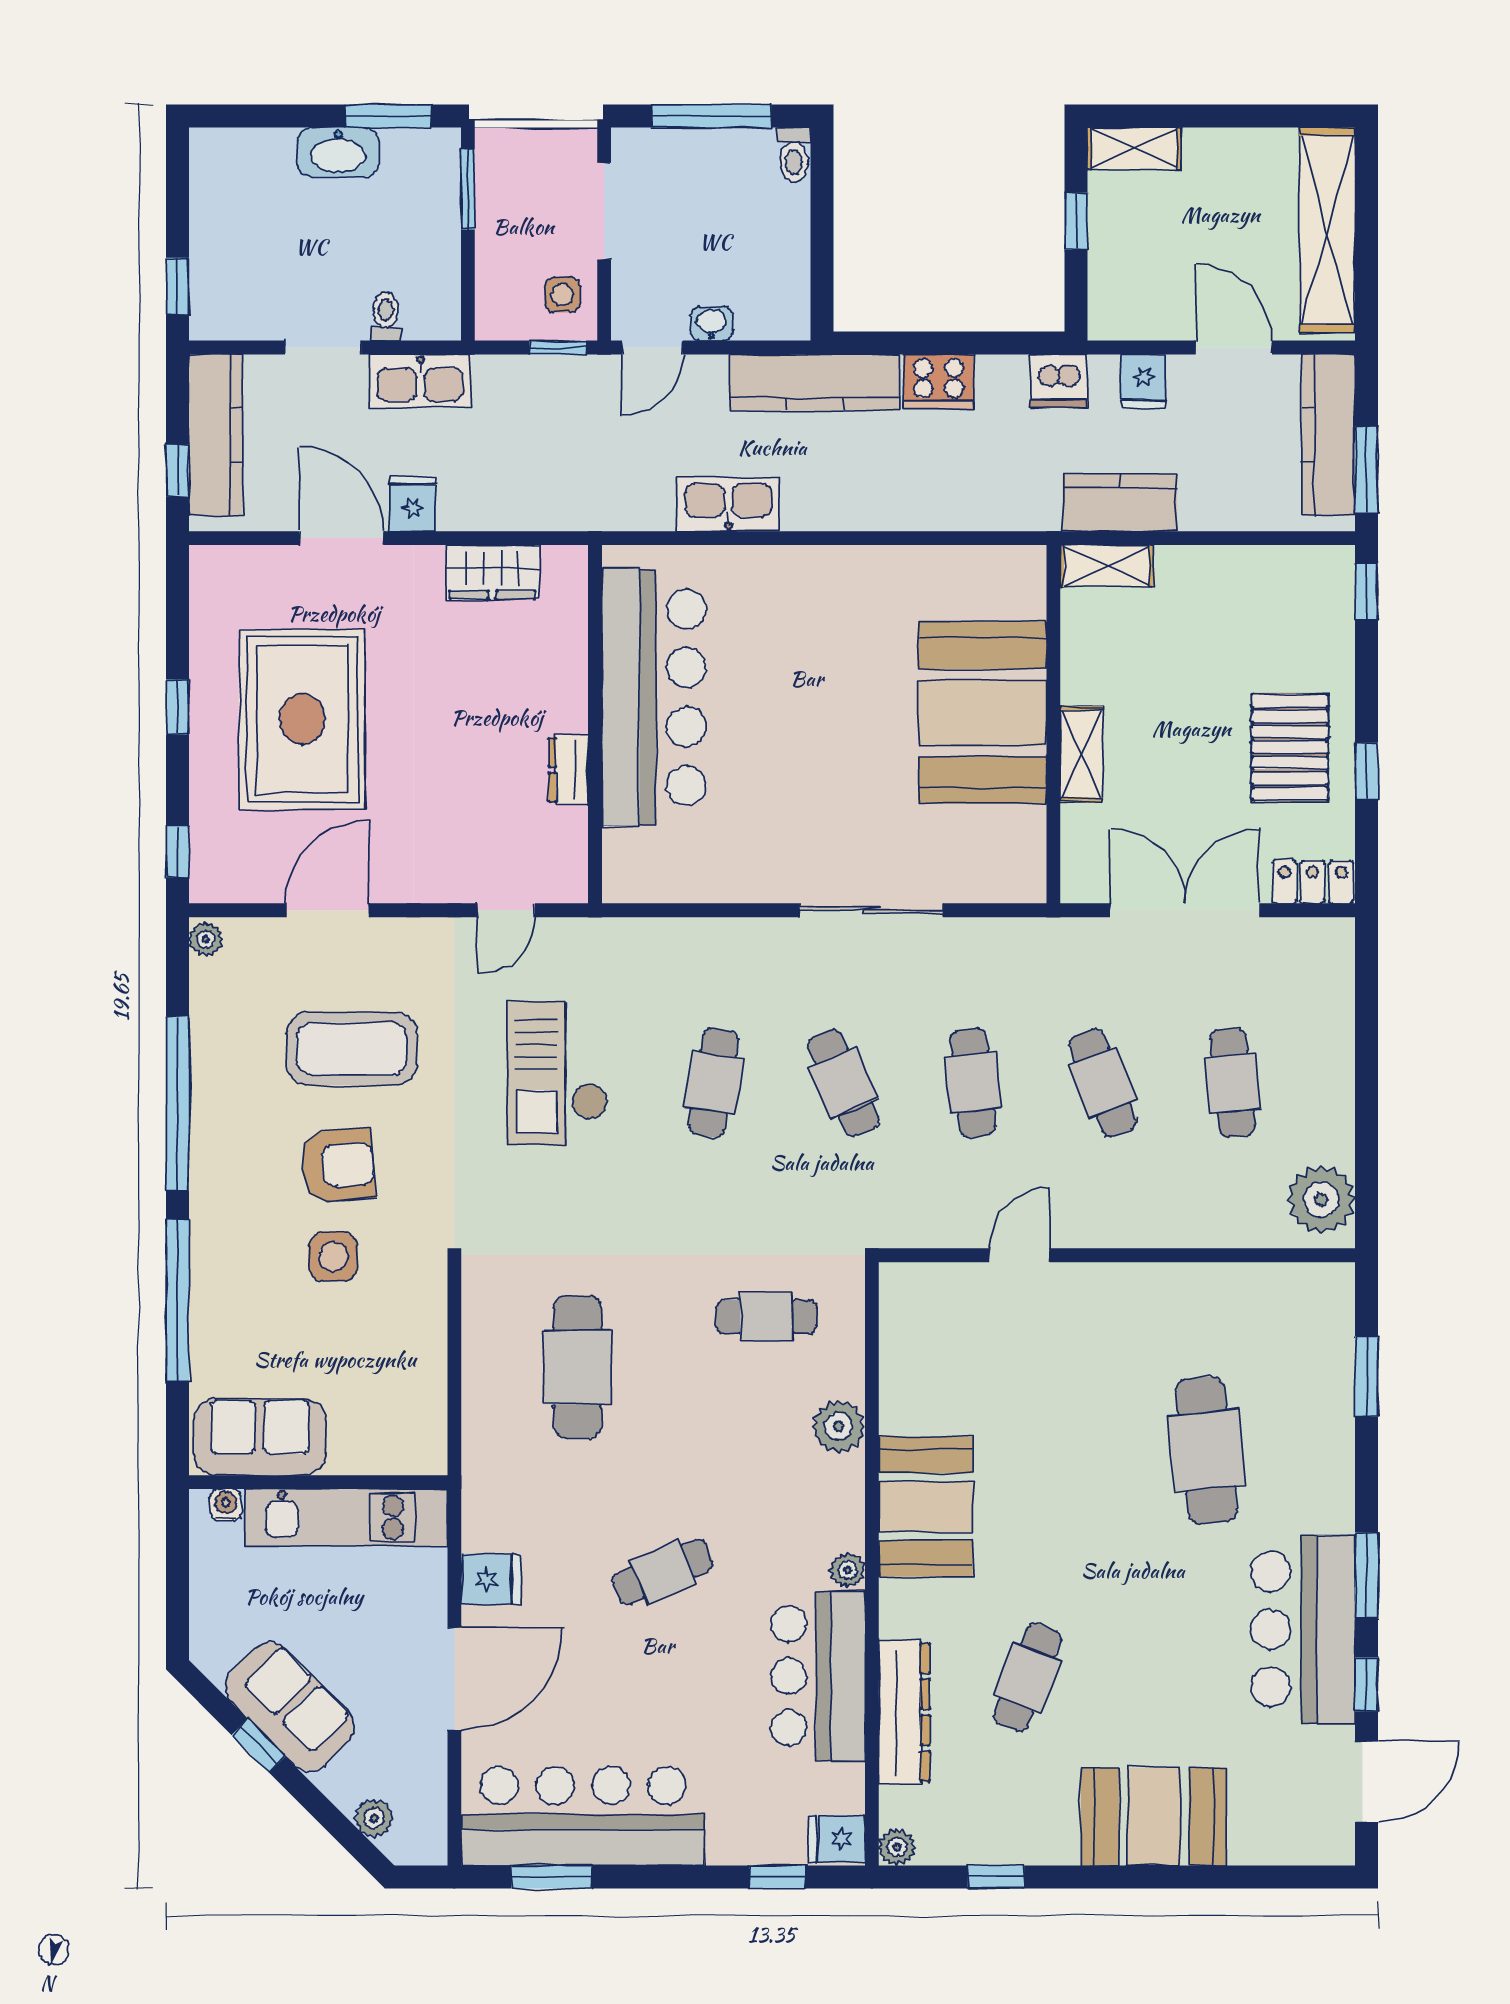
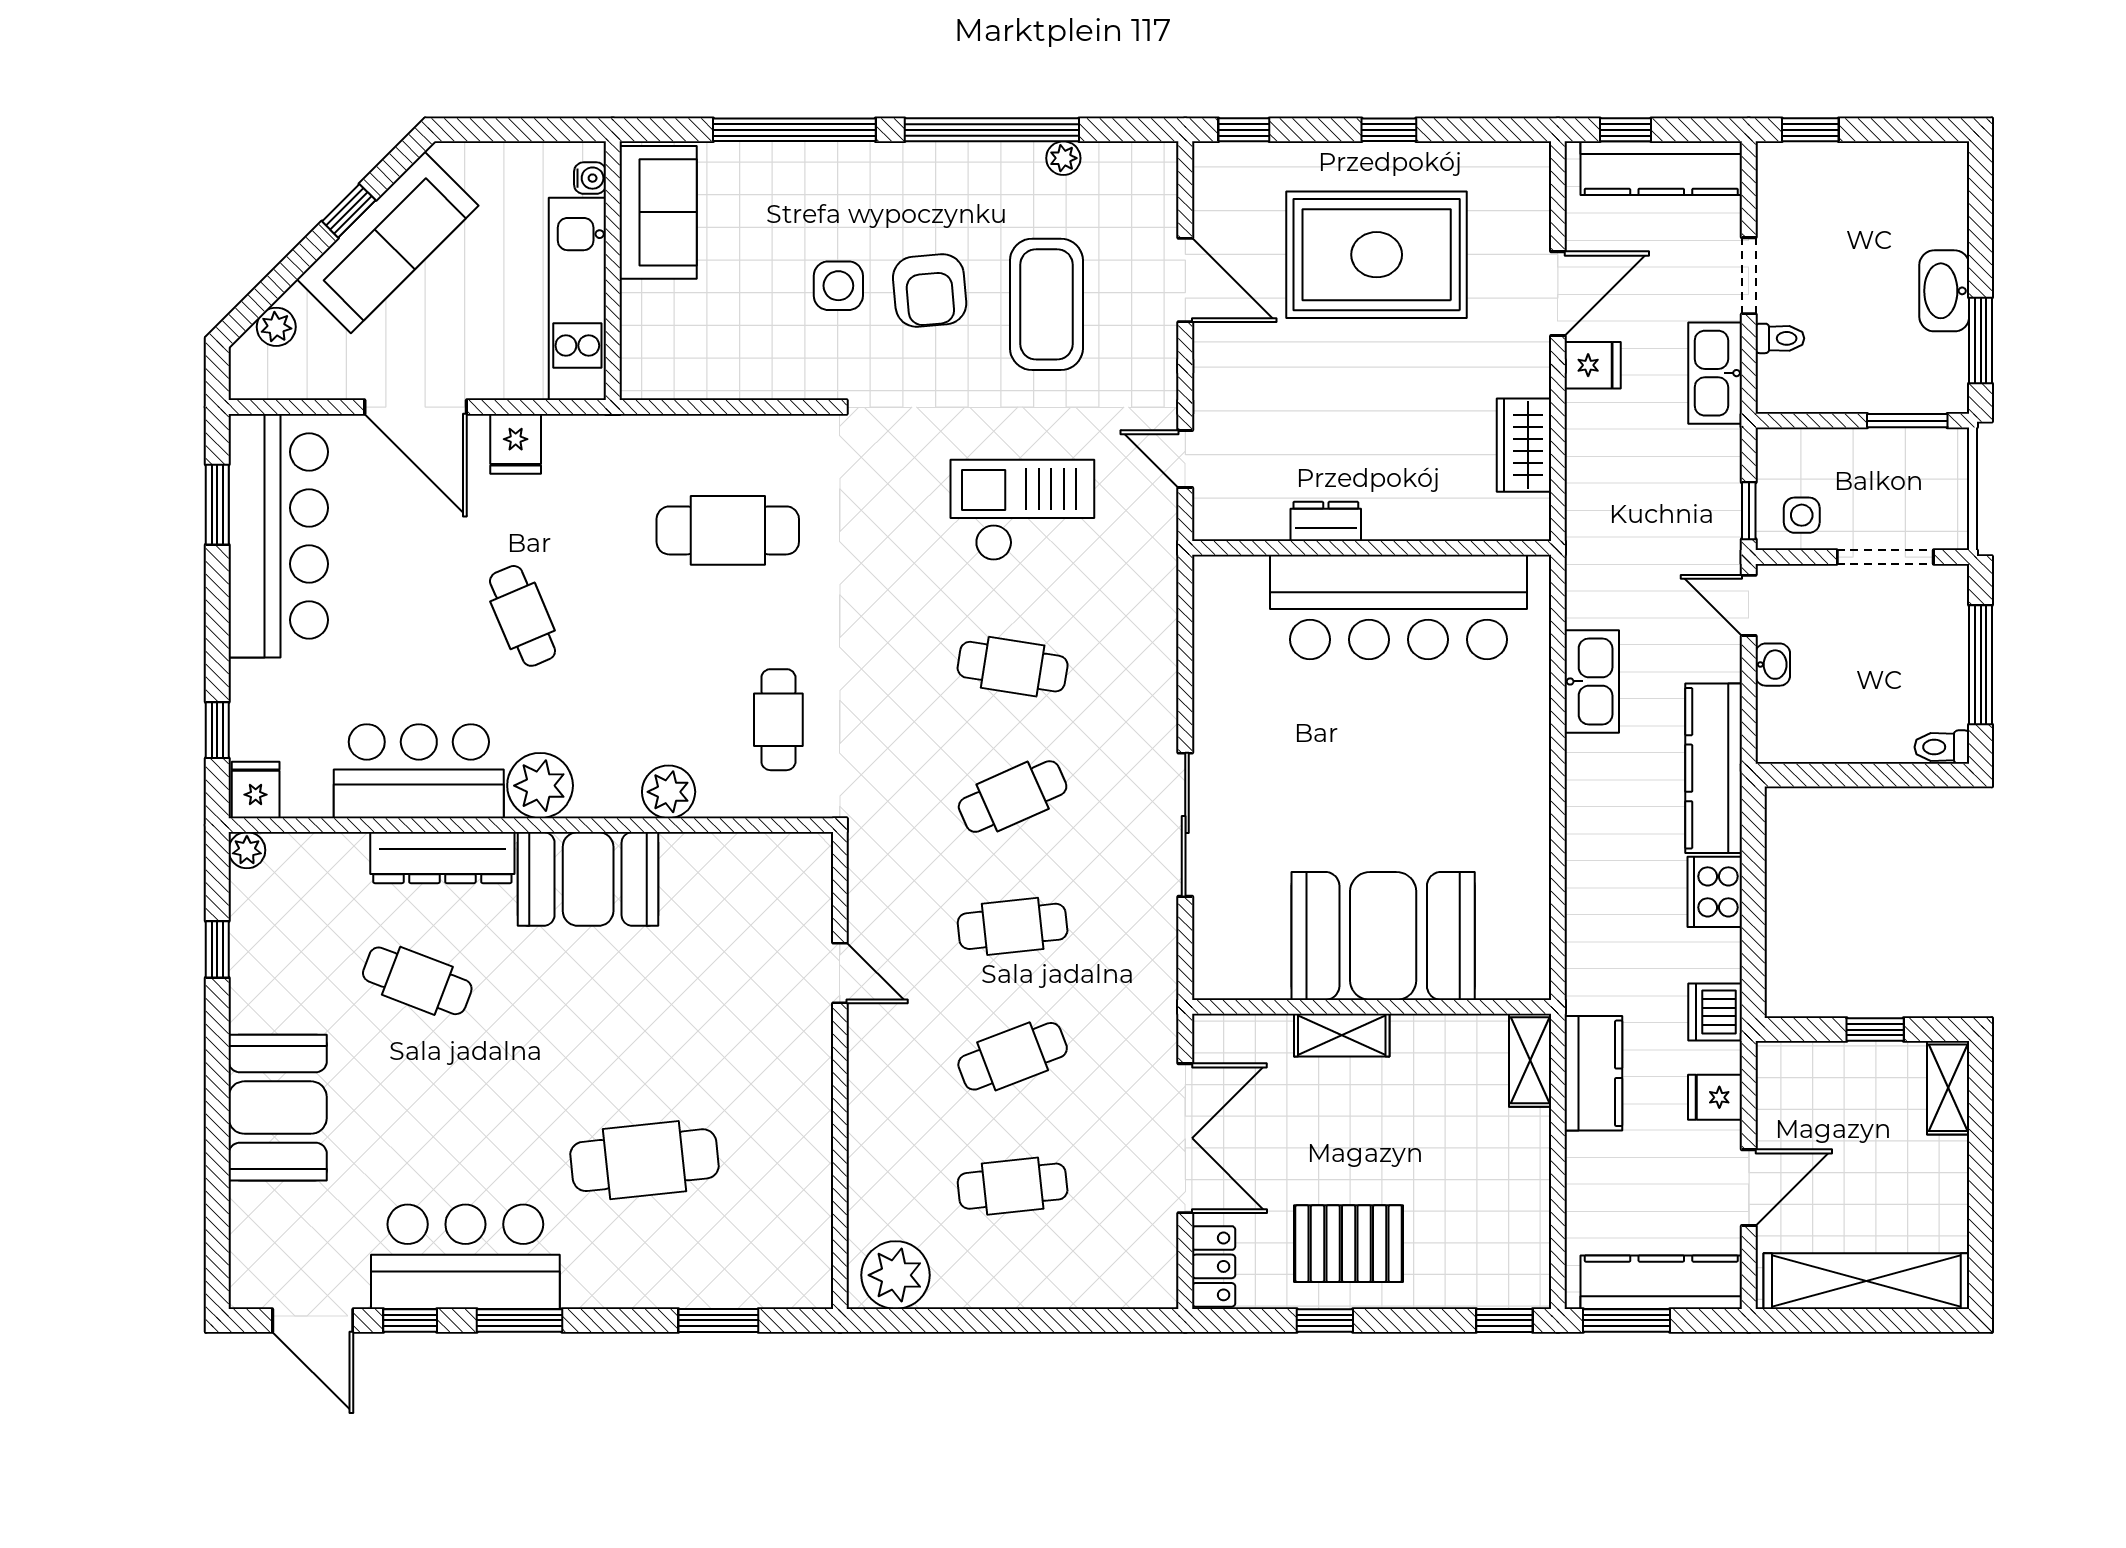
plant: (206, 939) -> (1063, 158), moved
plant: (848, 1570) -> (540, 786), width x1.88, depth x1.88
sofa: (290, 1707) -> (388, 242), width x1.36
dresser: (904, 1712) -> (442, 858), moved

